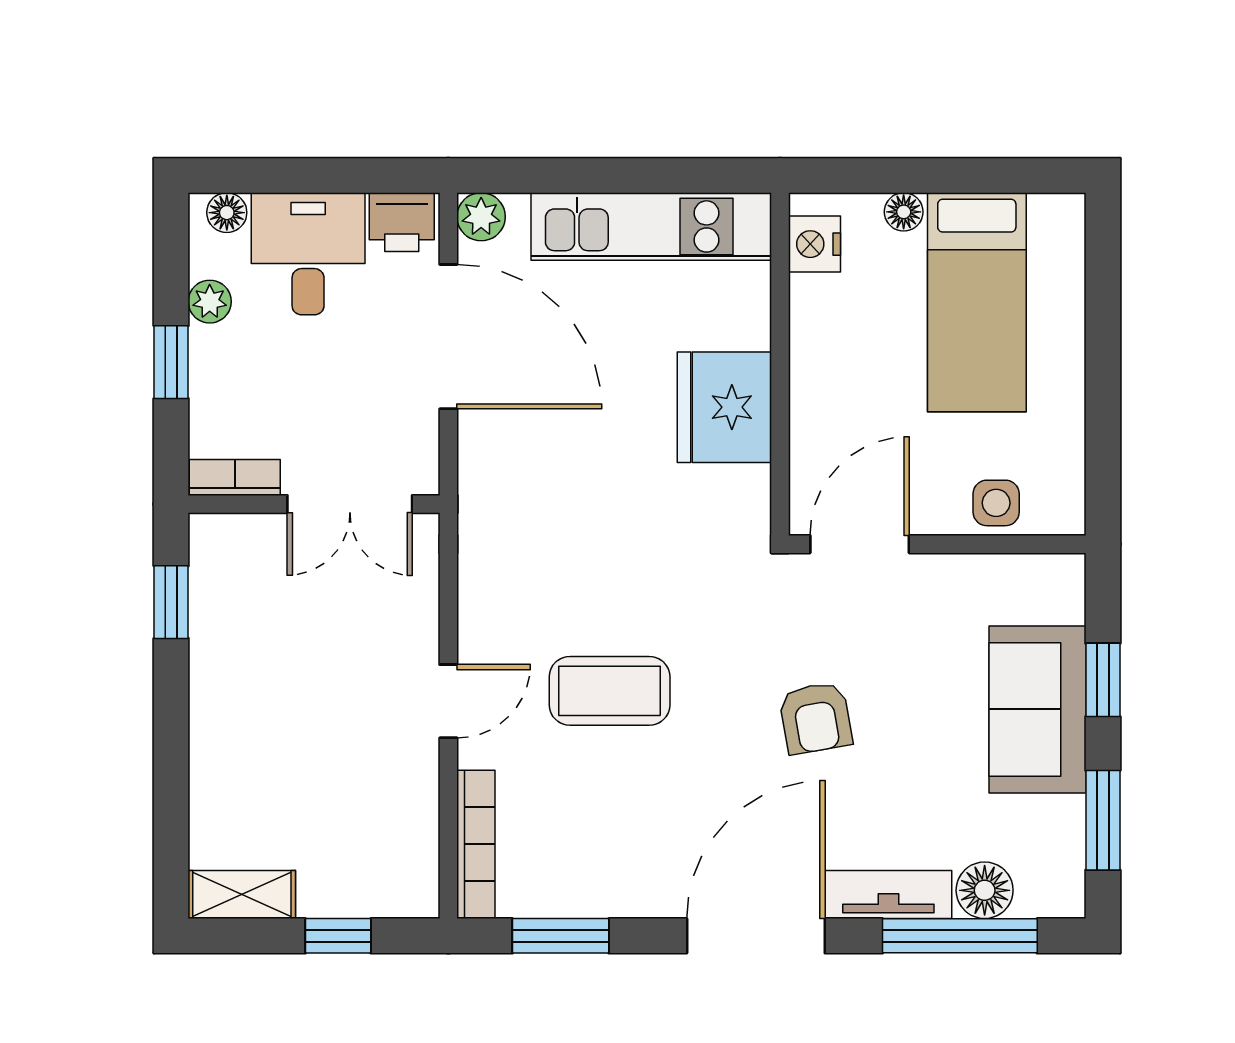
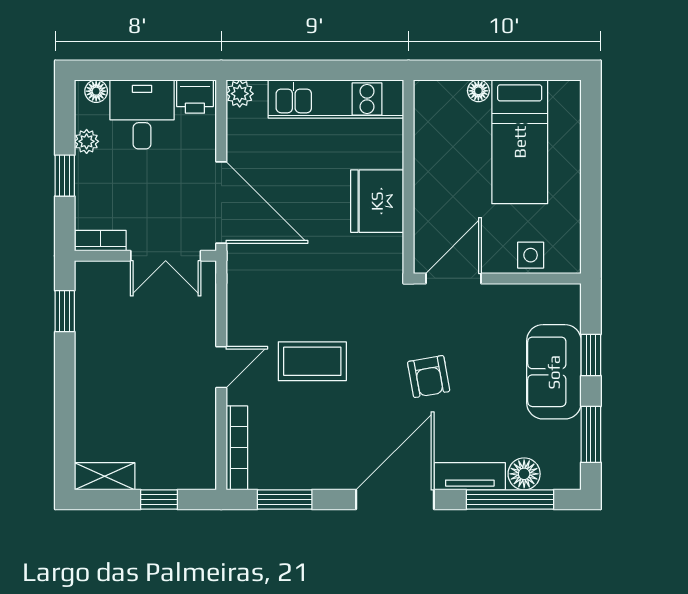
nightstand: (814, 244) -> (428, 109), removed
door: (448, 337) -> (221, 202), moved

